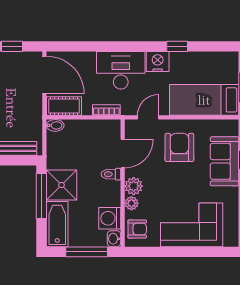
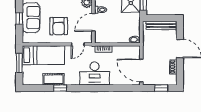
nightstand: (158, 61) -> (72, 79), removed
cot: (64, 106) -> (54, 79), moved

